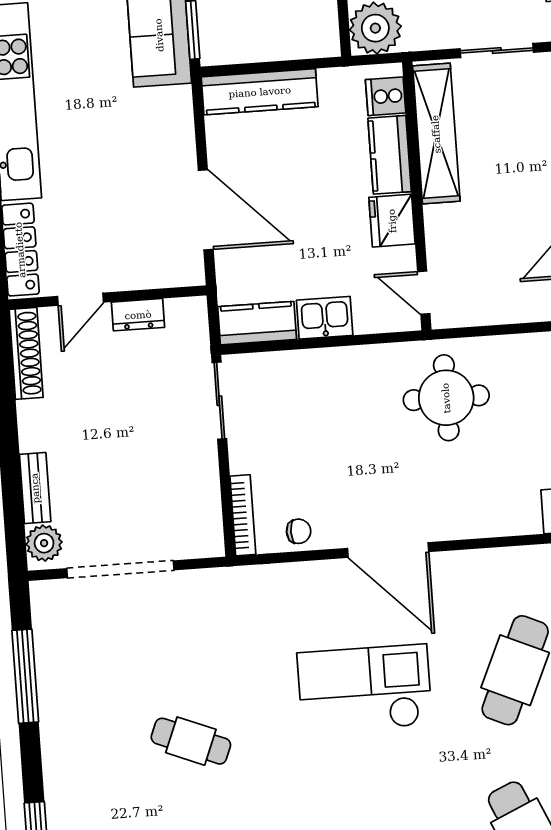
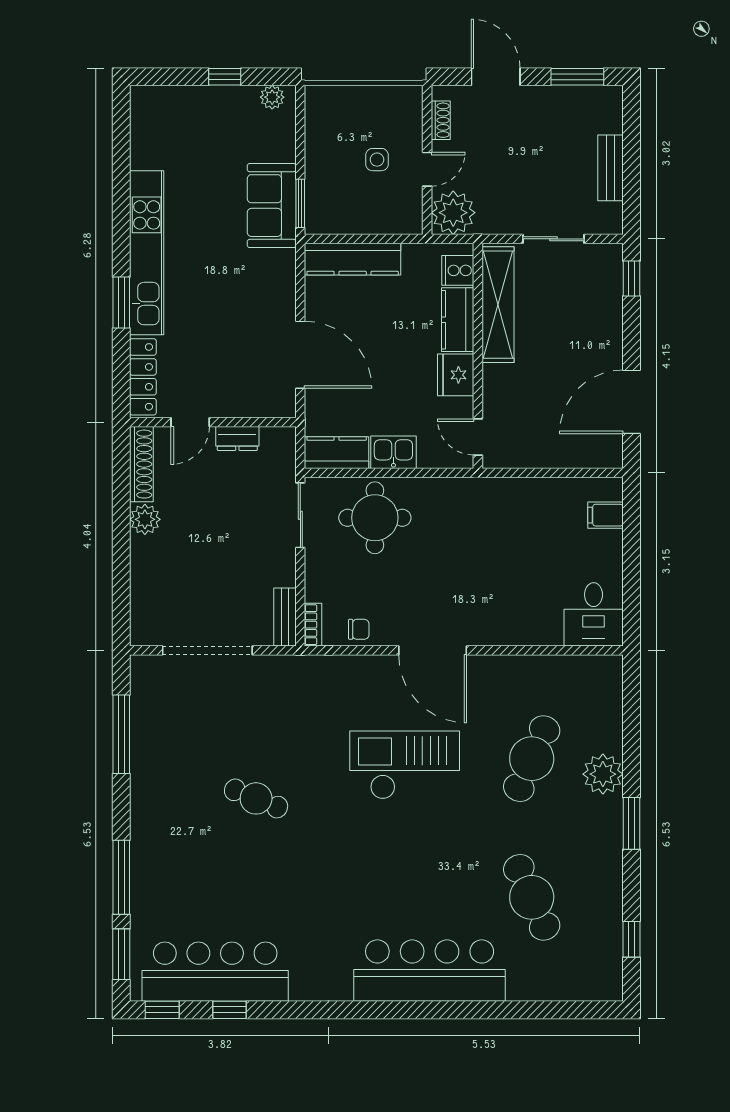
round table: (446, 398) -> (375, 518), moved
bench: (35, 488) -> (285, 617), moved
bookcase: (243, 515) -> (313, 625), width x0.64
plant: (44, 543) -> (145, 519), moved

